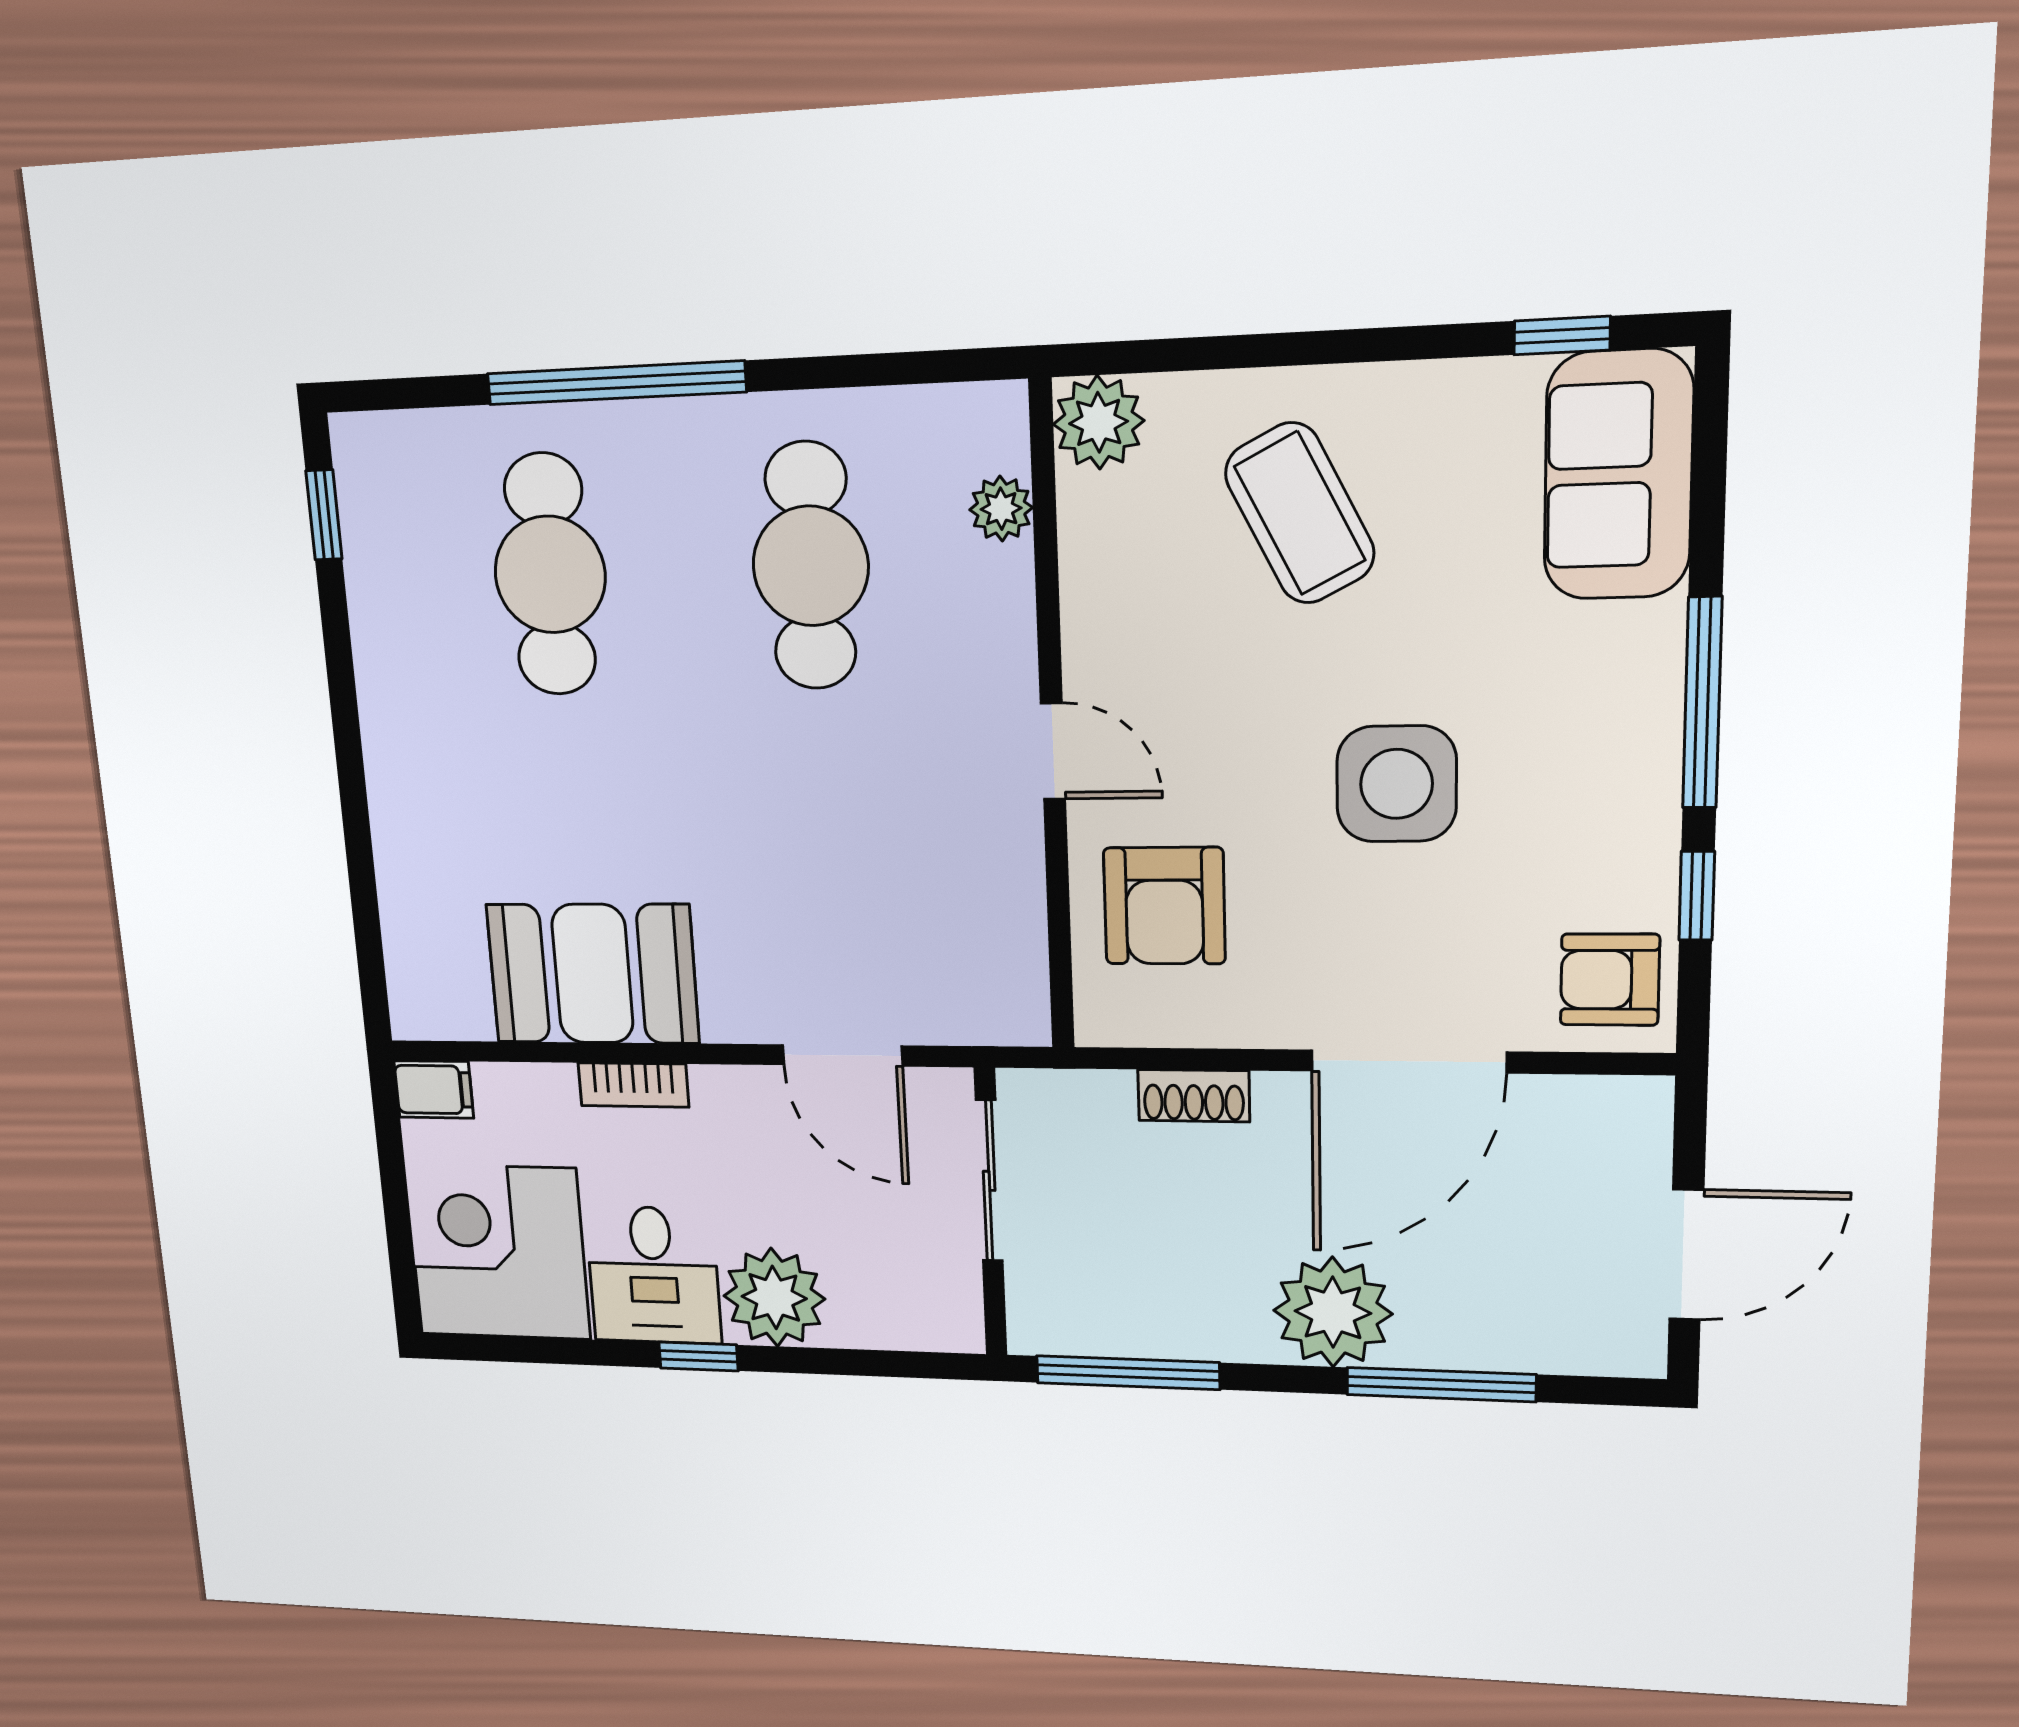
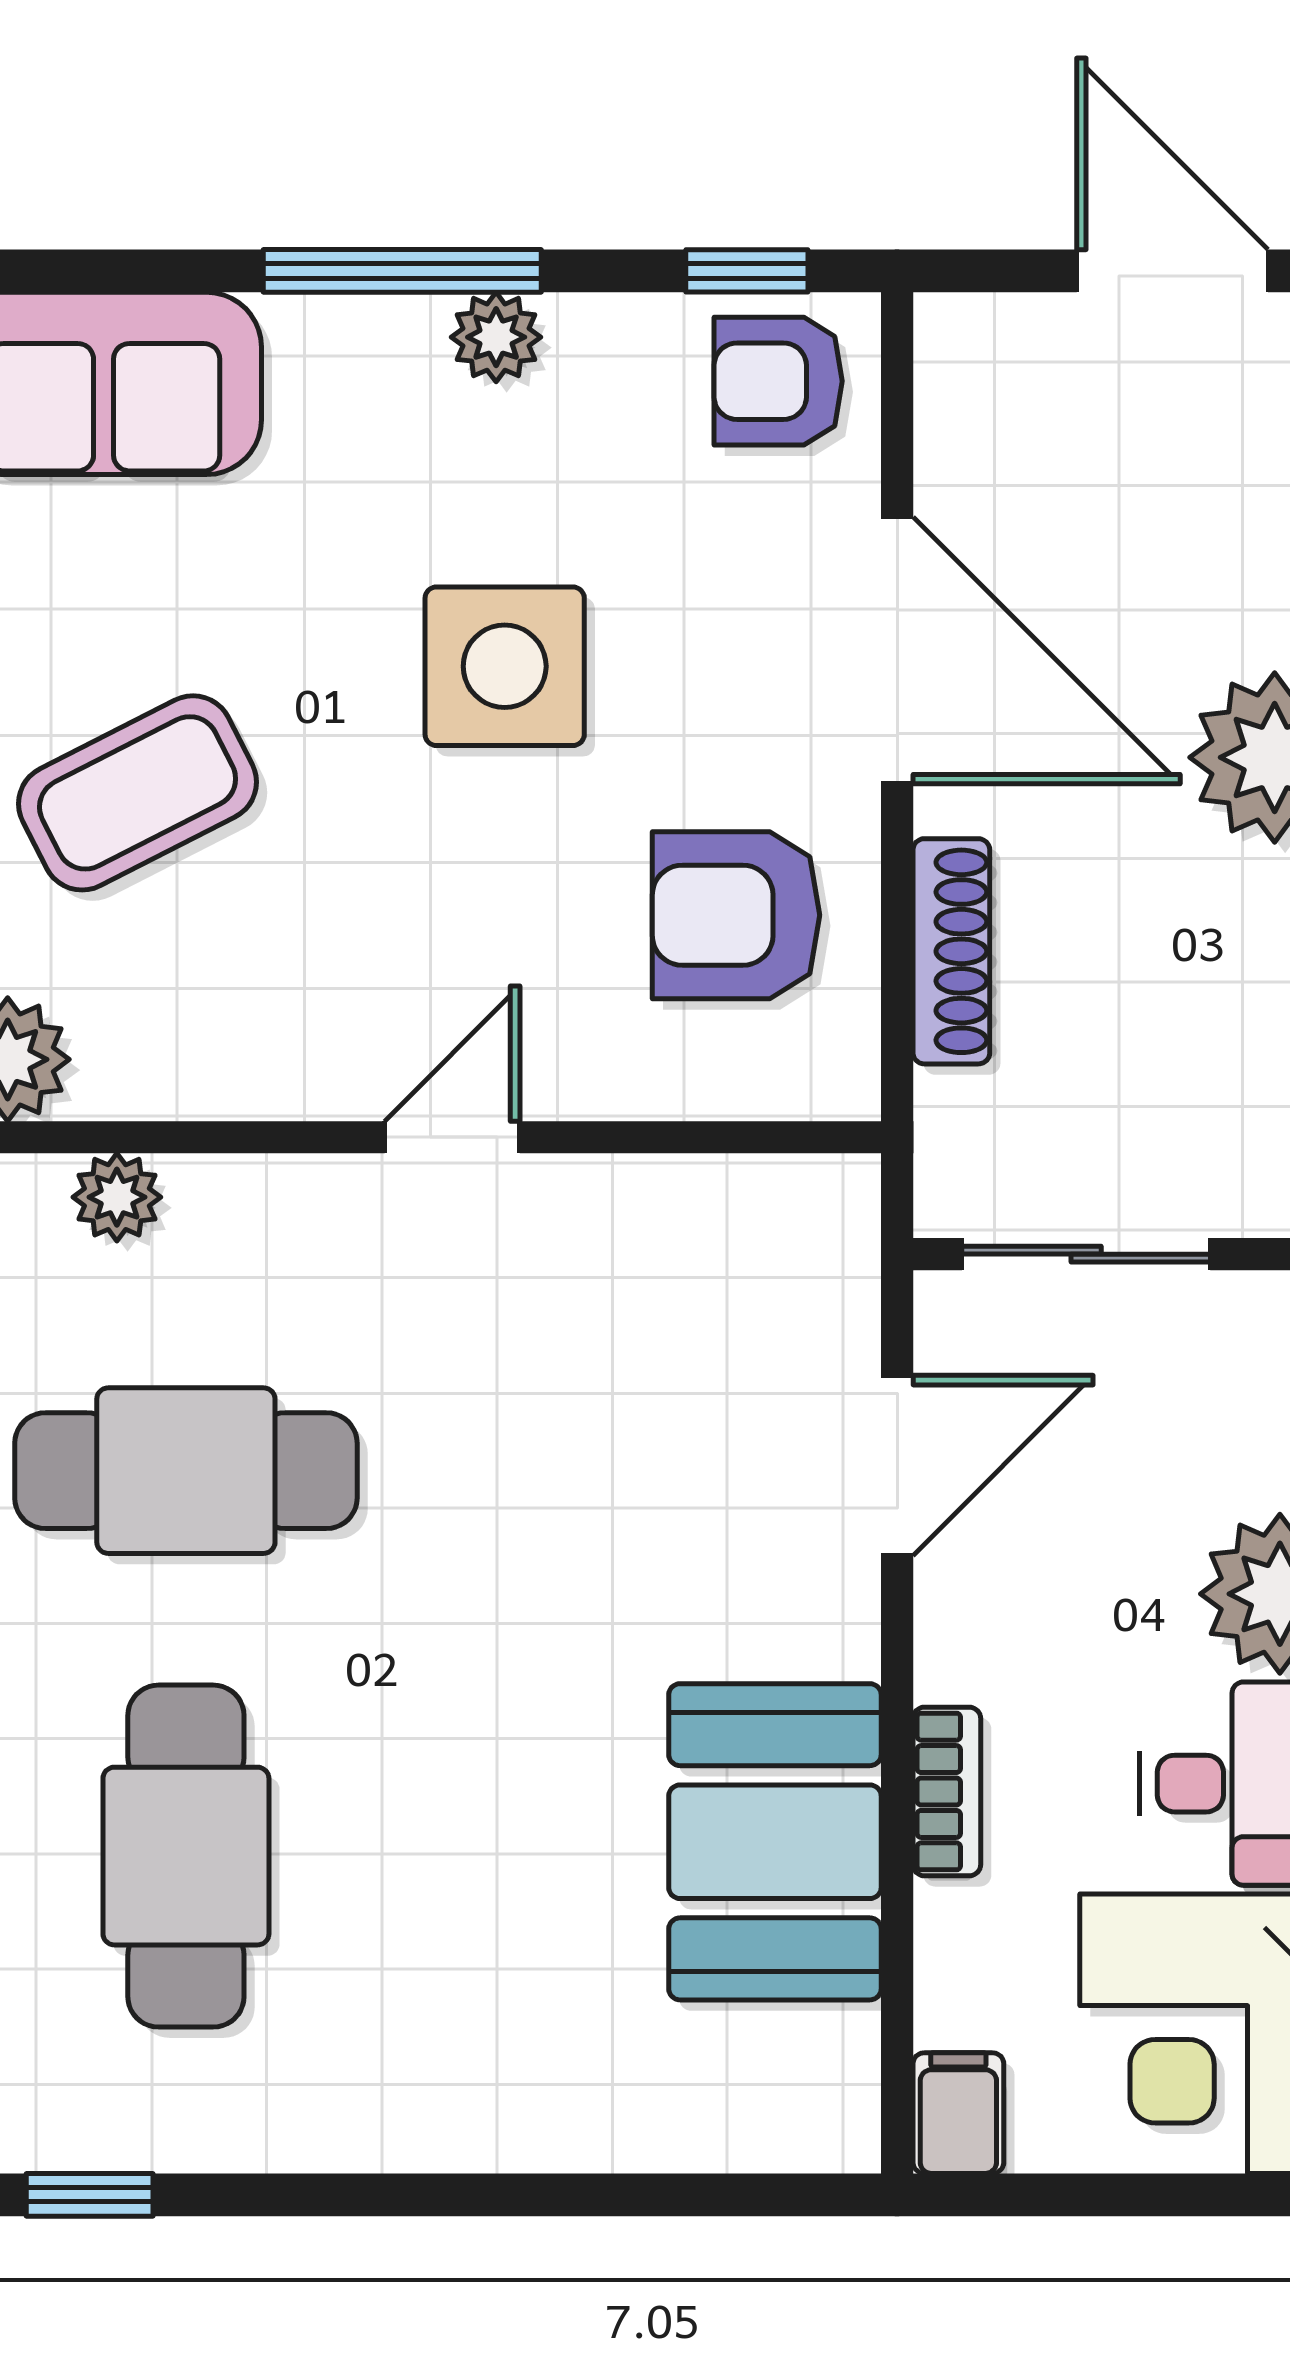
cafe table: (550, 575) -> (186, 1856), turned 90
plant: (1648, 774) -> (496, 337), added
window: (1697, 896) -> (747, 271), moved
armchair: (1164, 906) -> (736, 915), moved, turned 180
armchair: (1610, 980) -> (778, 381), turned 90
shoe rack: (1194, 1096) -> (951, 951), width x1.43

